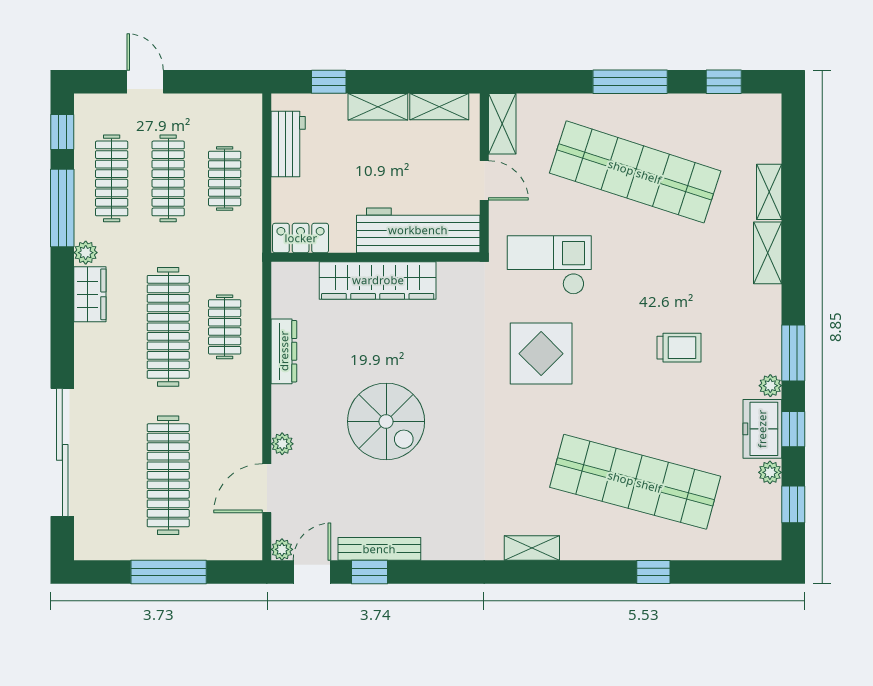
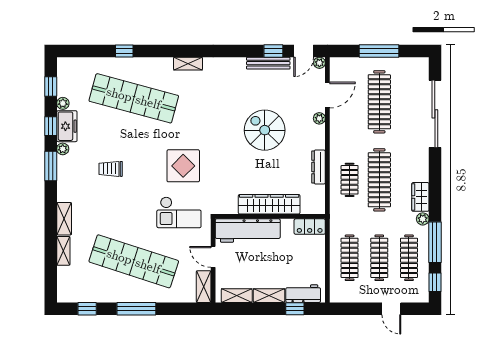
workbench: (288, 144) -> (303, 294), moved, turned 90
clothes rail: (225, 178) -> (350, 258), width x1.36

